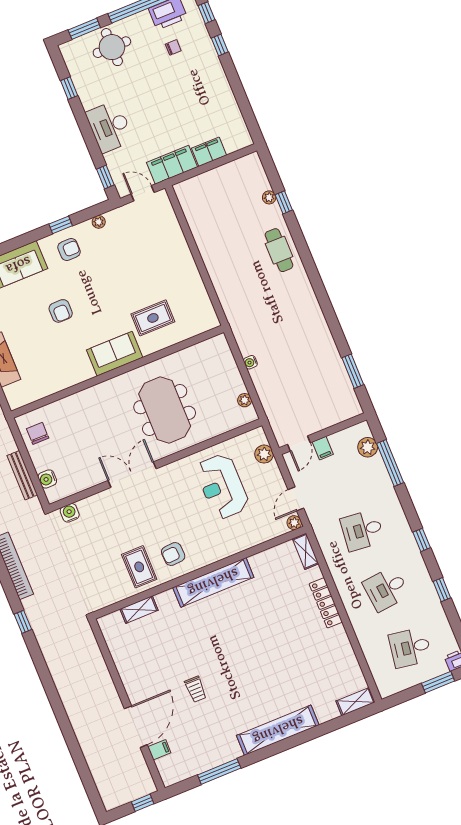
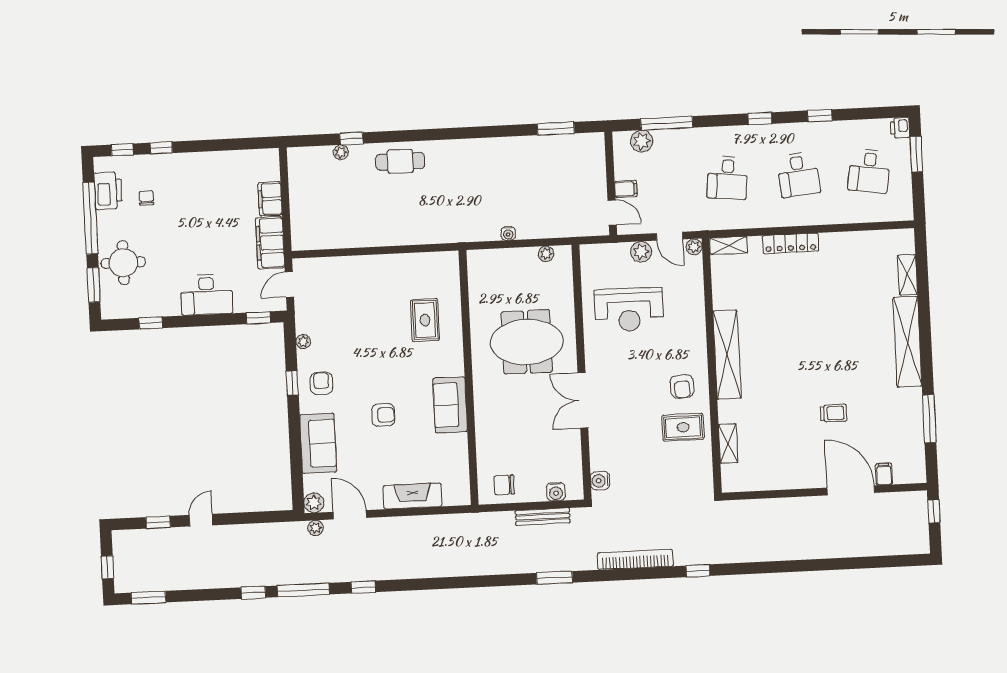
sofa: (115, 354) -> (450, 405), moved
plant: (264, 454) -> (641, 252), moved
shelving: (356, 702) -> (907, 275), moved

